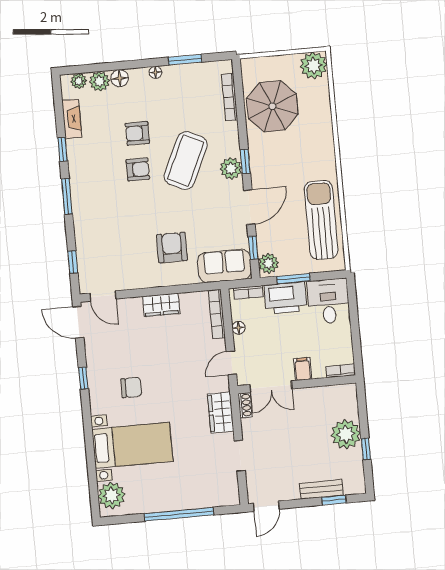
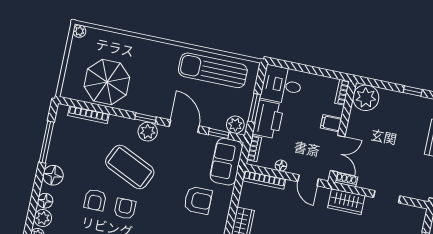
window: (185, 60) -> (46, 142), width x1.44
plant: (314, 66) -> (79, 31), width x0.53, depth x0.53
floor lamp: (155, 72) -> (53, 175), width x1.89, depth x1.89
armchair: (172, 247) -> (198, 200), turned 180
plant: (346, 434) -> (366, 98), moved

